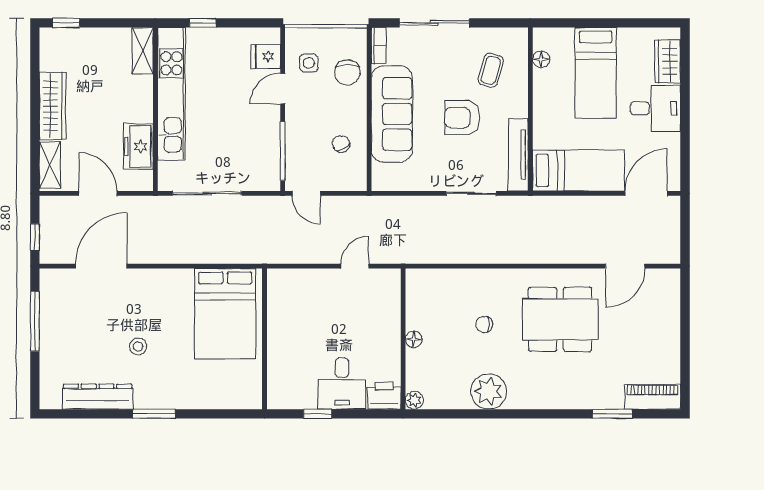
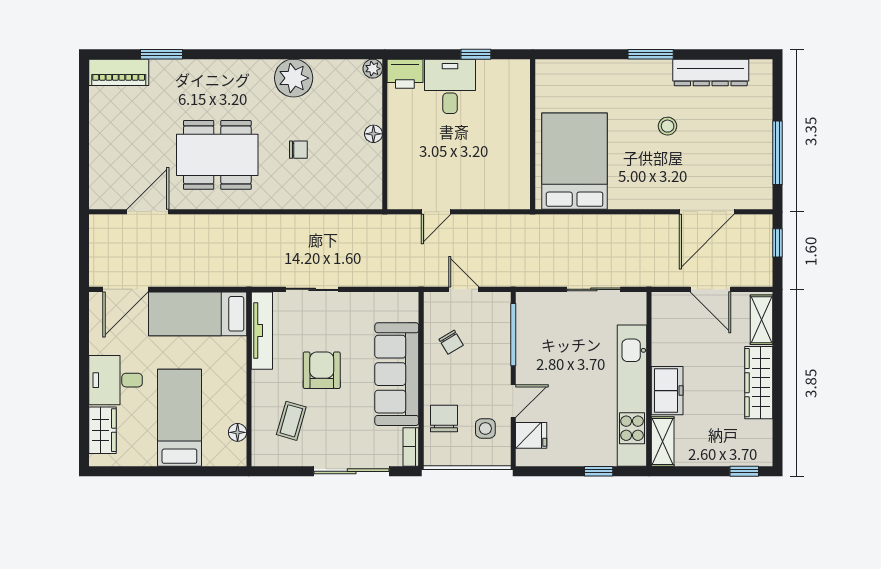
armchair: (462, 118) -> (322, 370), turned -90
freezer: (138, 146) -> (667, 391), moved
sliding door: (207, 193) -> (594, 289), width x0.73
door: (306, 193) -> (464, 289), moved

